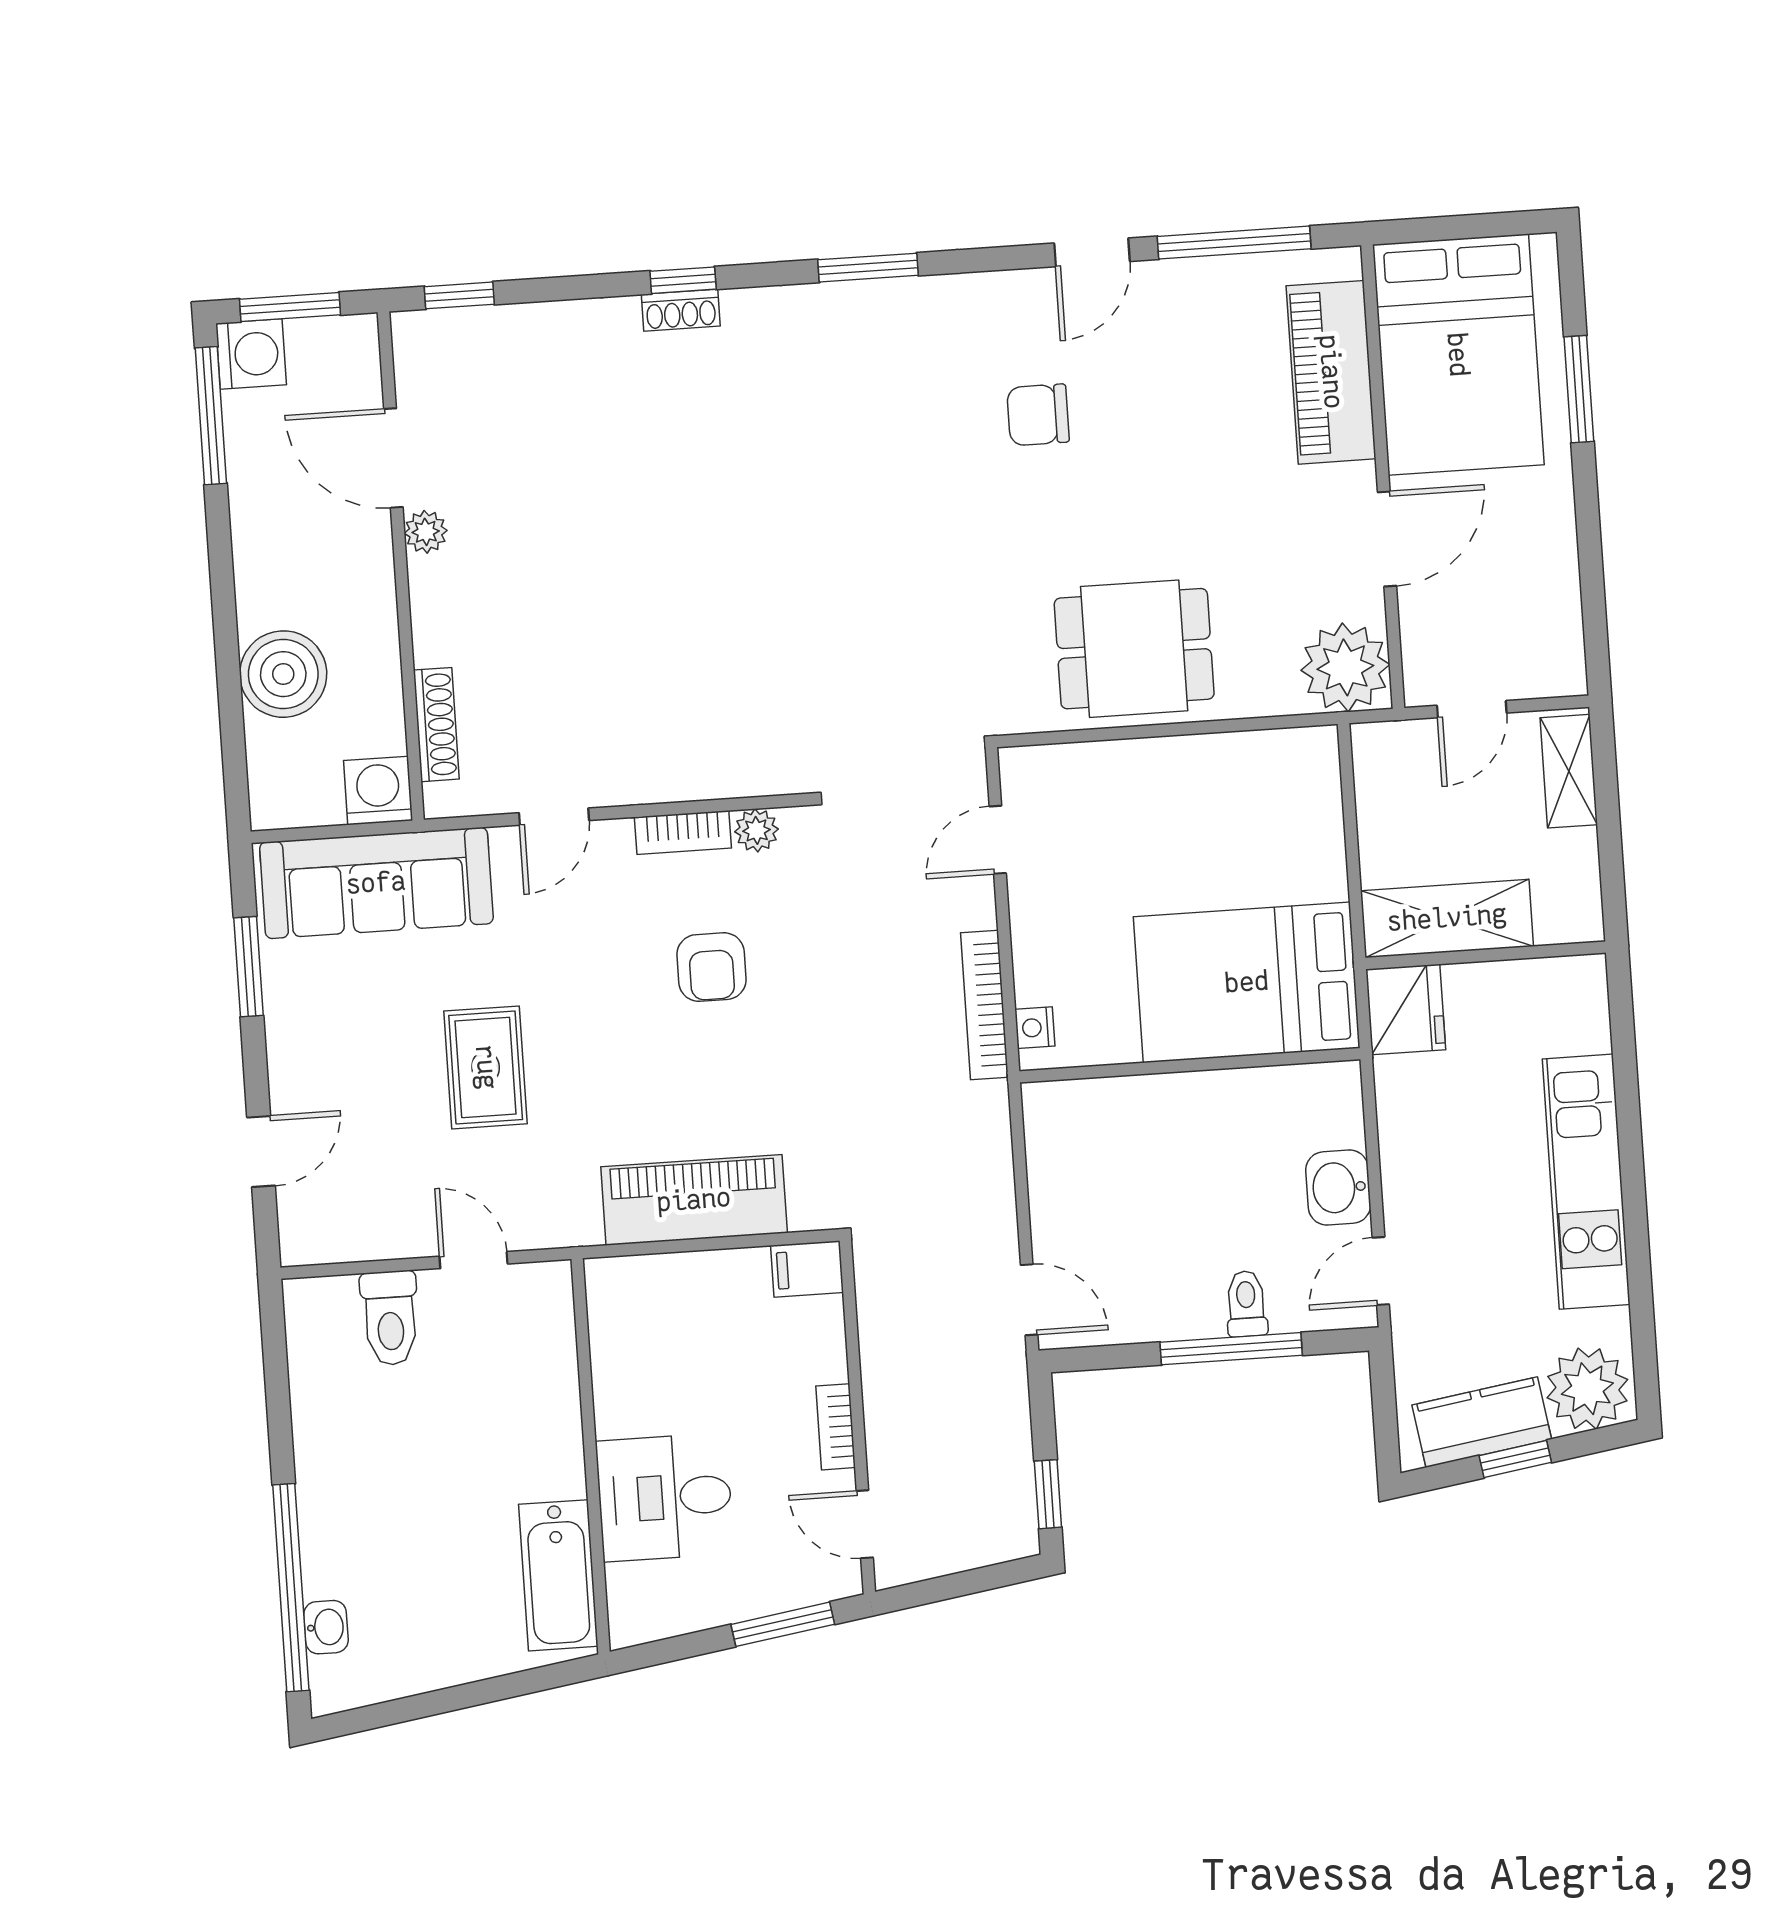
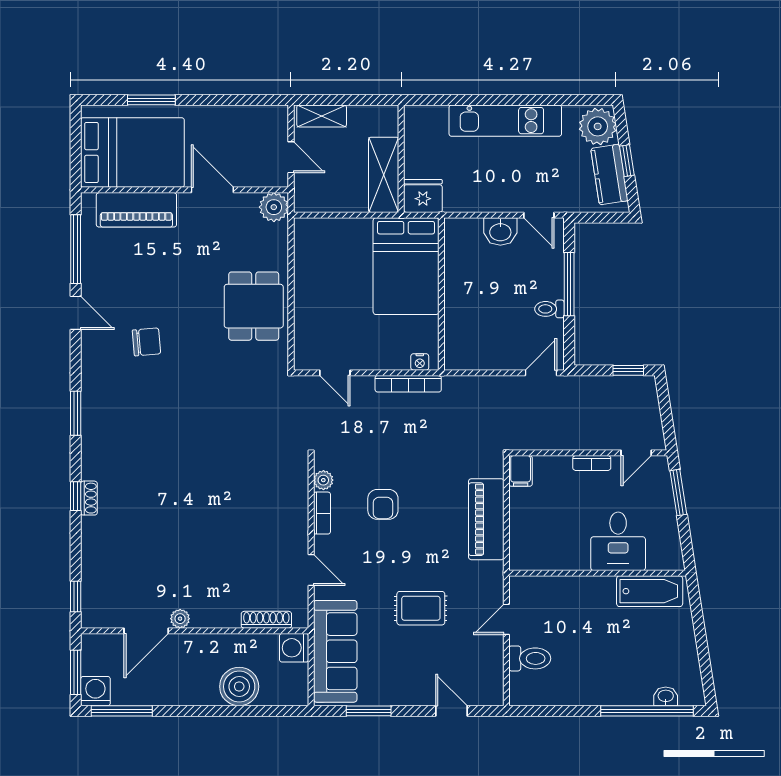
chair: (1038, 415) -> (146, 342), turned -95
plant: (1345, 667) -> (274, 207), width x0.73, depth x0.73
armchair: (711, 967) -> (383, 504), turned 90
toilet: (1246, 1304) -> (549, 309), moved

